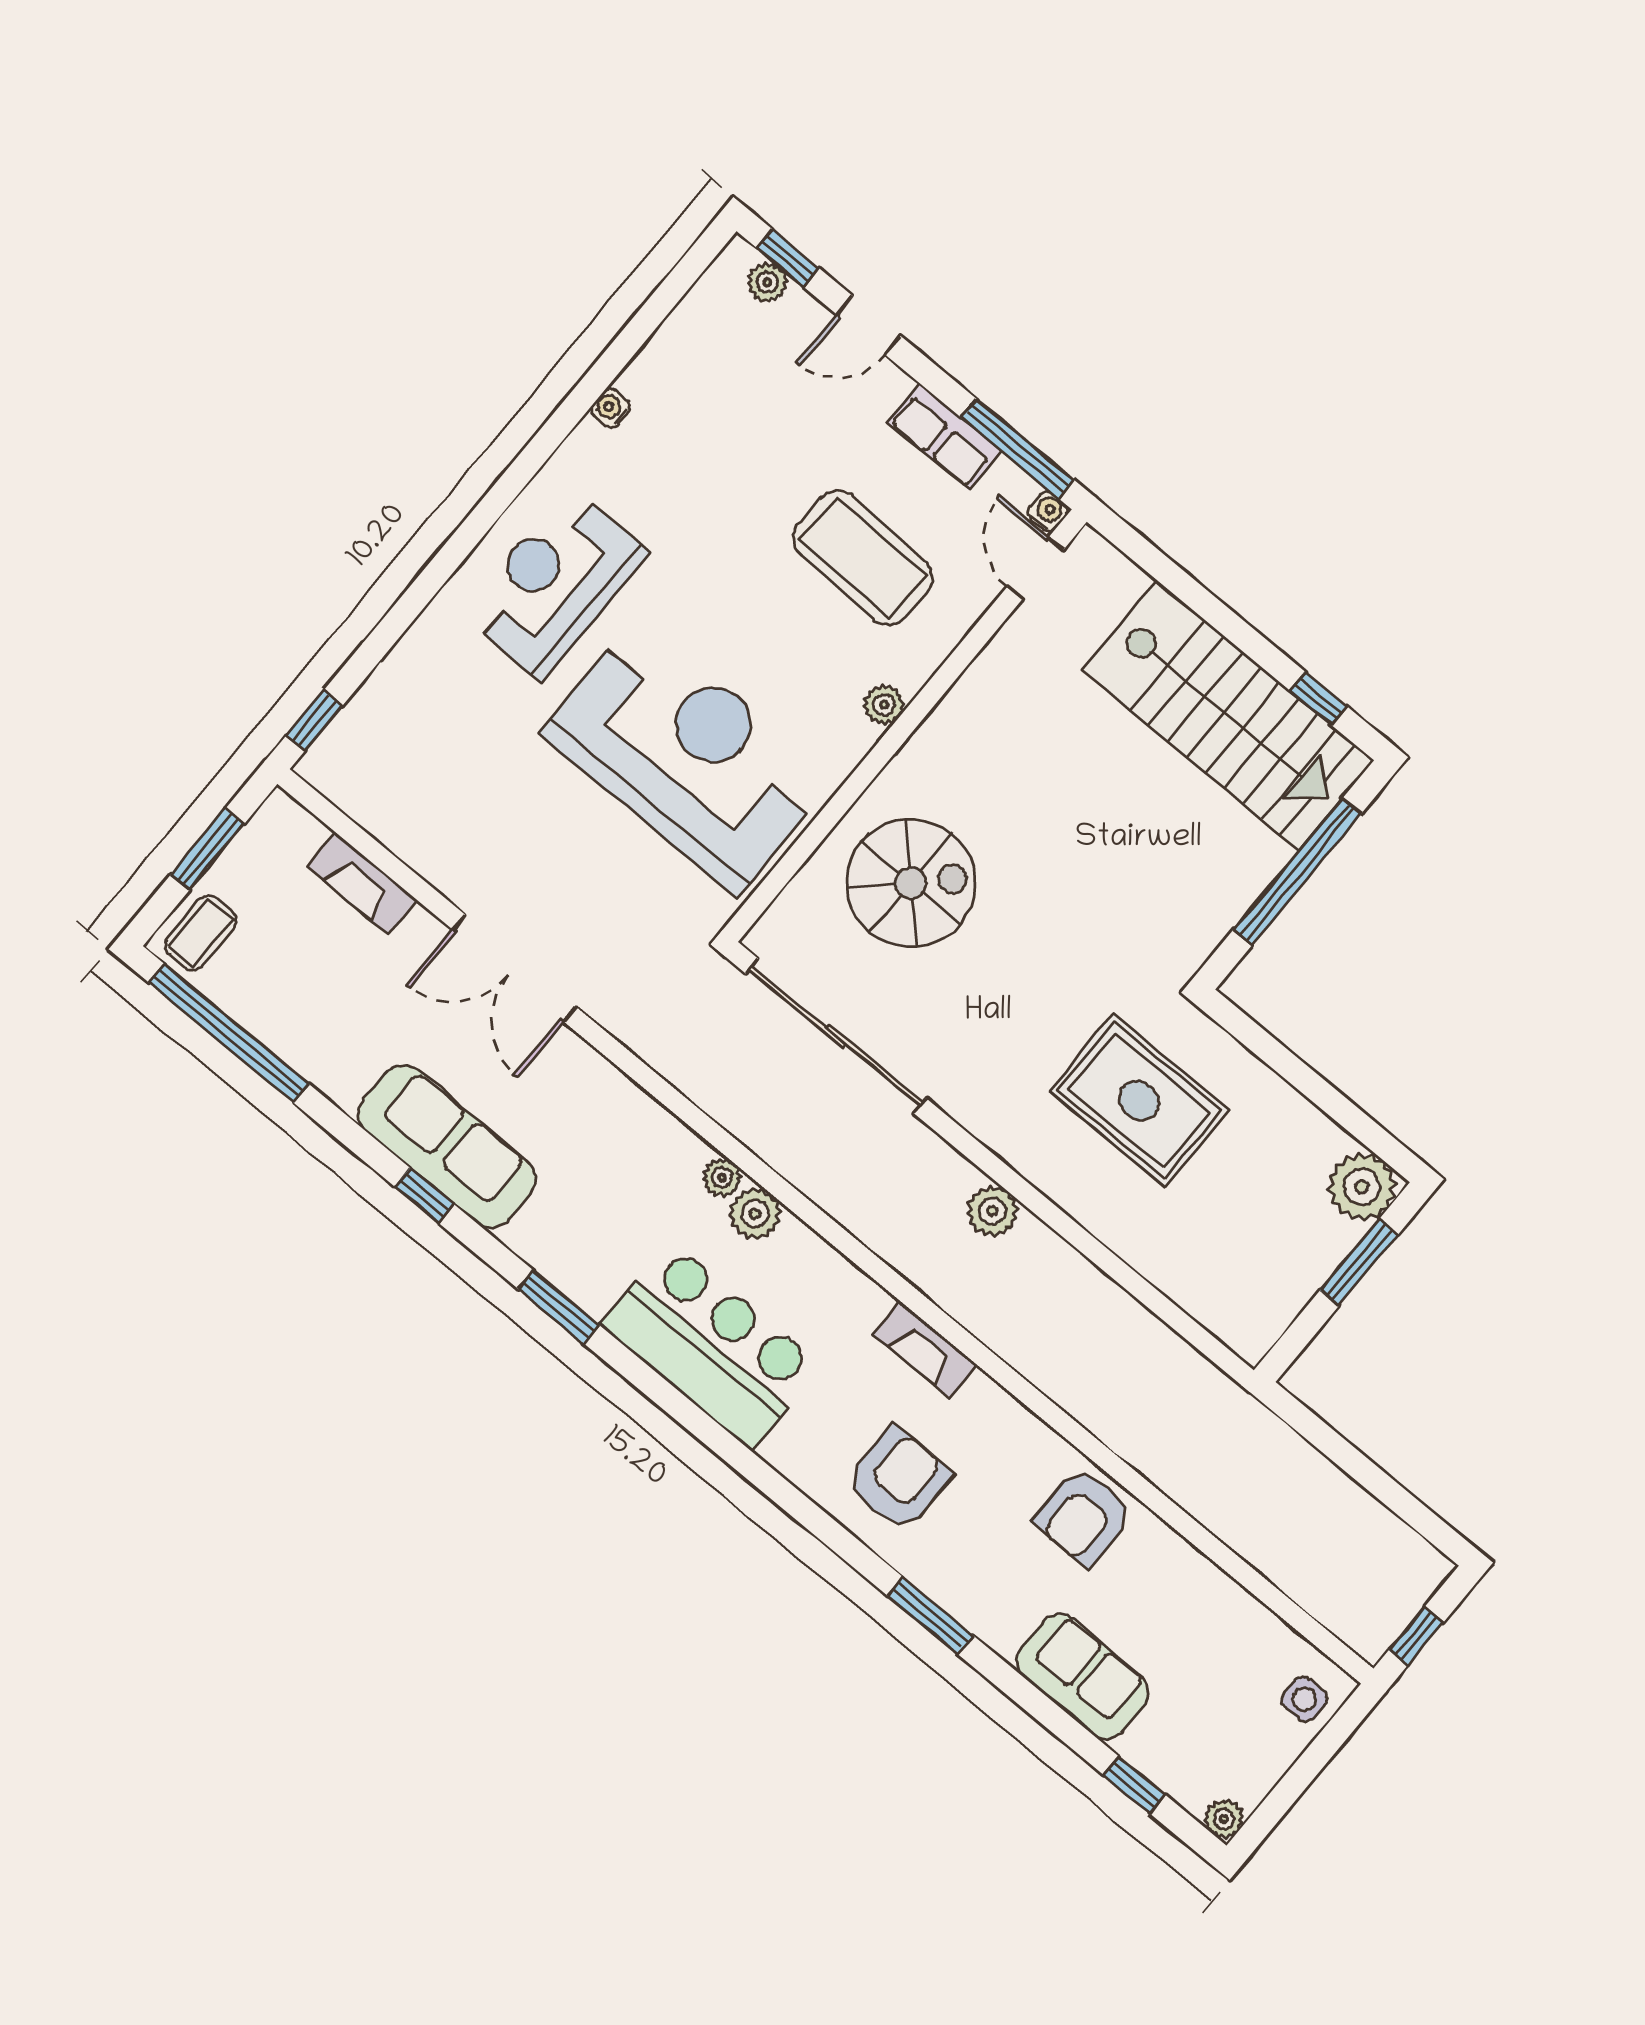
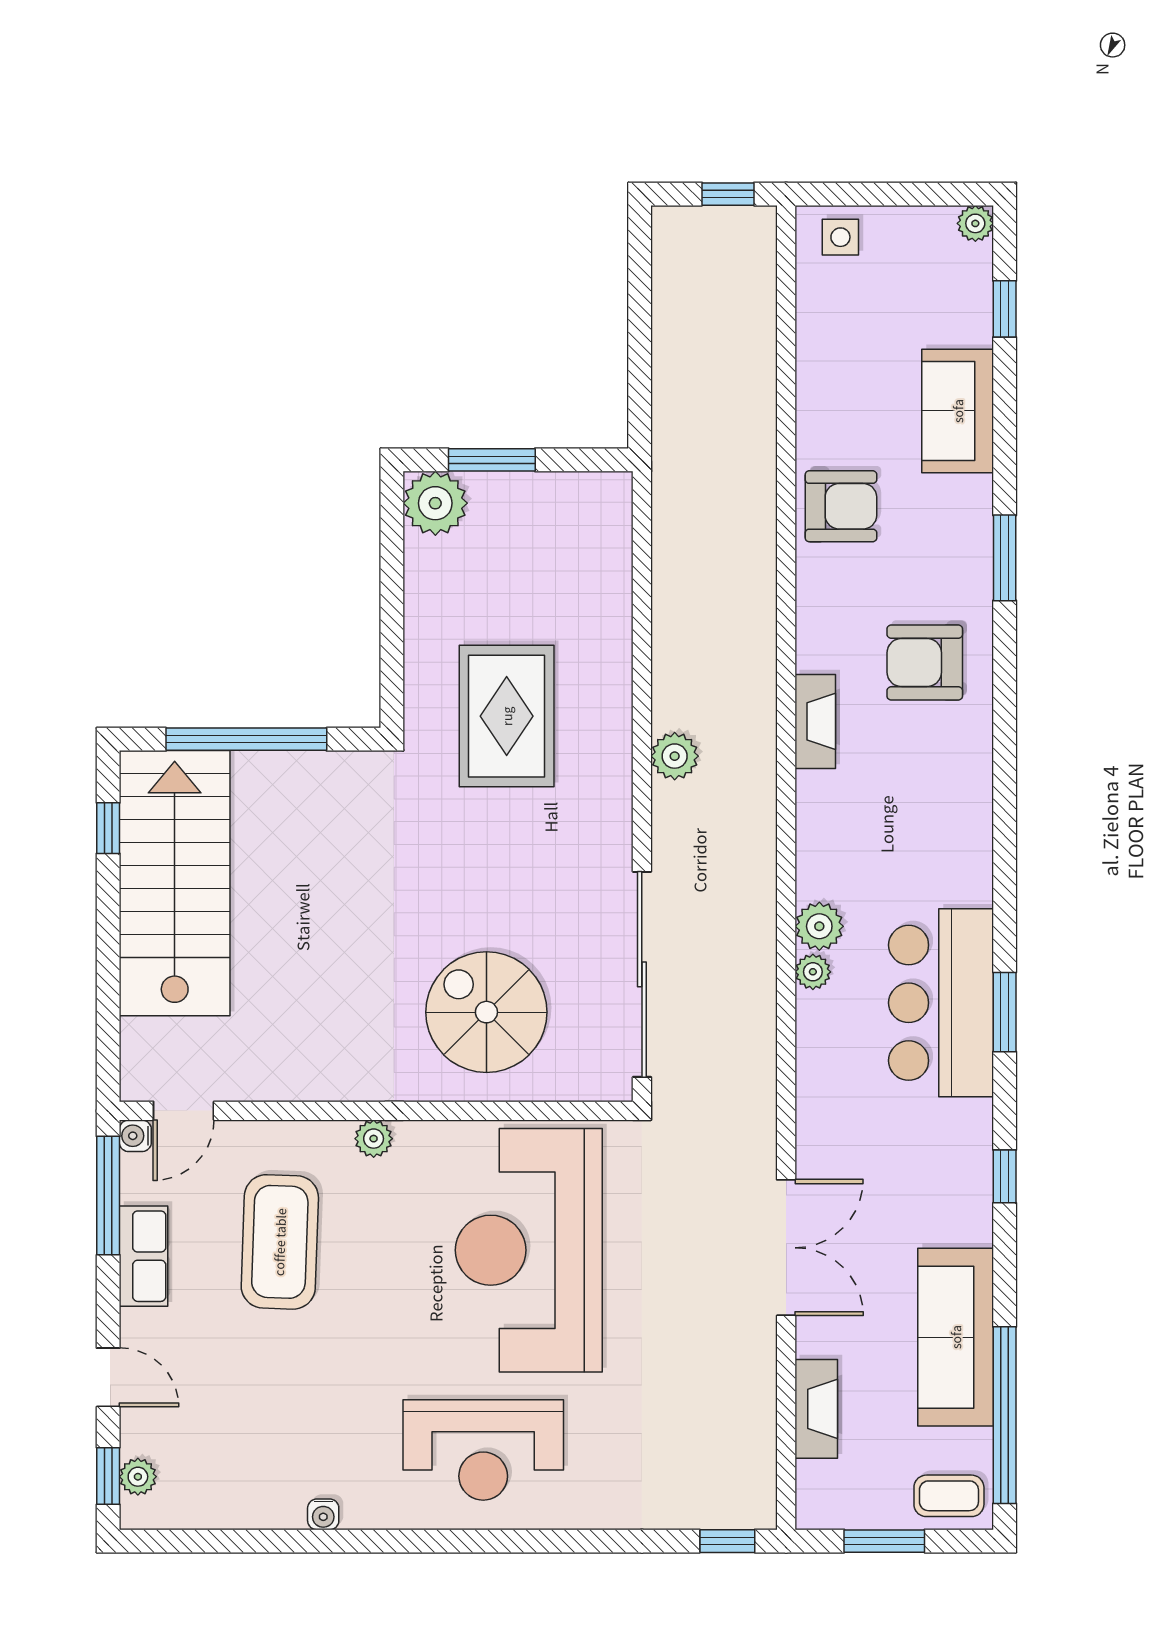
sofa: (447, 1146) -> (956, 1337), moved
bar counter: (711, 1346) -> (941, 1003), moved

